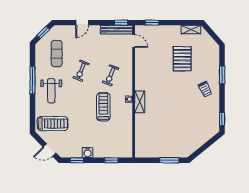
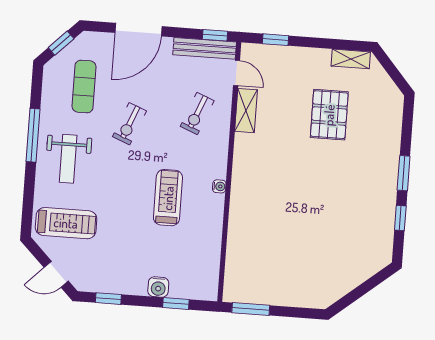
door: (82, 23) -> (138, 30), width x1.87
exercise bike: (111, 75) -> (197, 114), moved
window: (222, 75) -> (404, 173), moved
trolley: (205, 89) -> (370, 178), removed
shelving: (140, 102) -> (246, 111), moved
window: (222, 119) -> (400, 218), moved
water cooler: (88, 153) -> (158, 287), moved
window: (169, 160) -> (251, 309), moved

